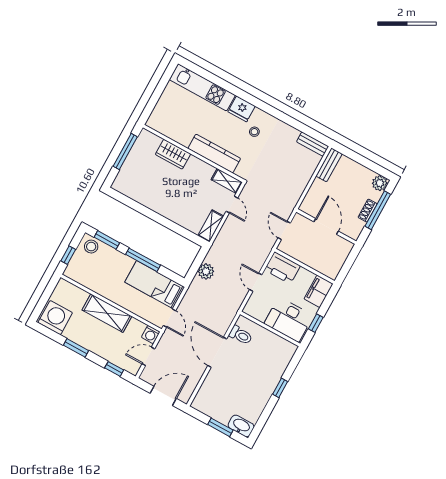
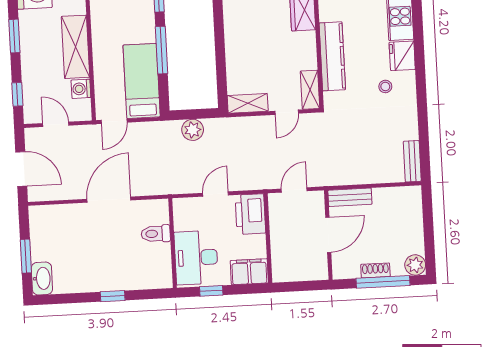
bench: (329, 165) -> (350, 197), moved
washing machine: (151, 335) -> (81, 89), moved
toilet: (241, 335) -> (156, 234), moved, turned 90

